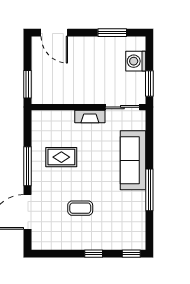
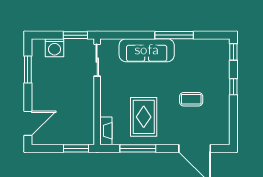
fireplace: (90, 116) -> (106, 131), moved
rug: (61, 157) -> (144, 117), width x1.36, depth x1.43
window: (27, 166) -> (138, 148), moved
coffee table: (80, 208) -> (191, 99), turned 90

